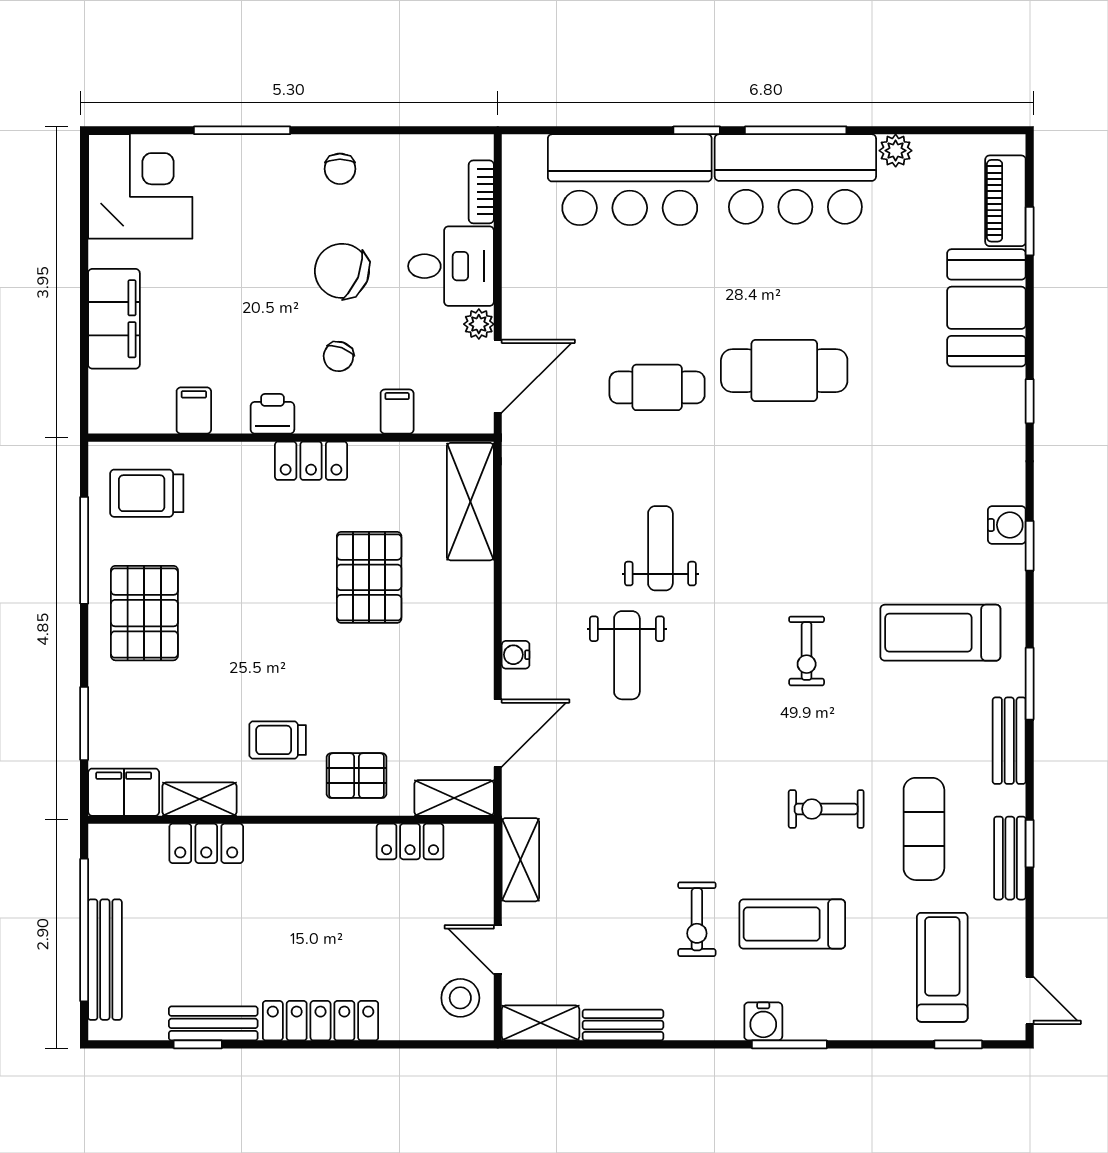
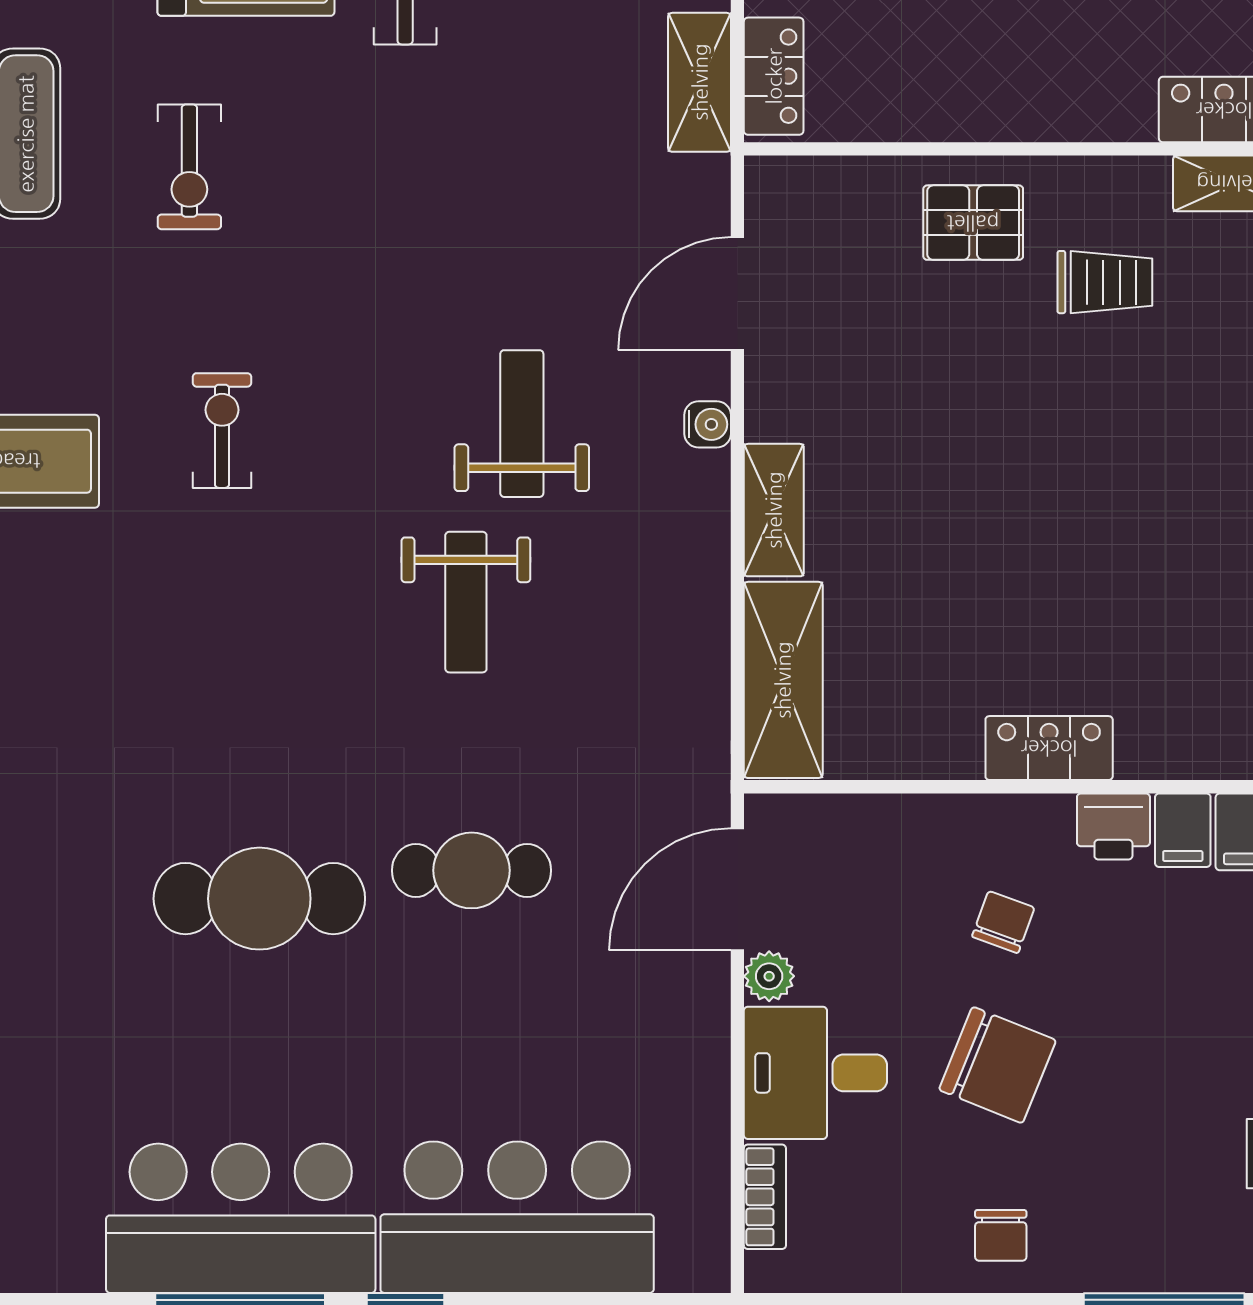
plant: (896, 151) -> (74, 1266), removed
chair: (340, 169) -> (1001, 1235), turned 180
filing cabinet: (397, 412) -> (1183, 830), moved
pallet: (369, 577) -> (952, 553), removed
shelving: (454, 798) -> (774, 510), moved, turned 90
exercise bike: (826, 809) -> (189, 167), turned 90
locker: (410, 841) -> (774, 76), moved, turned 90

